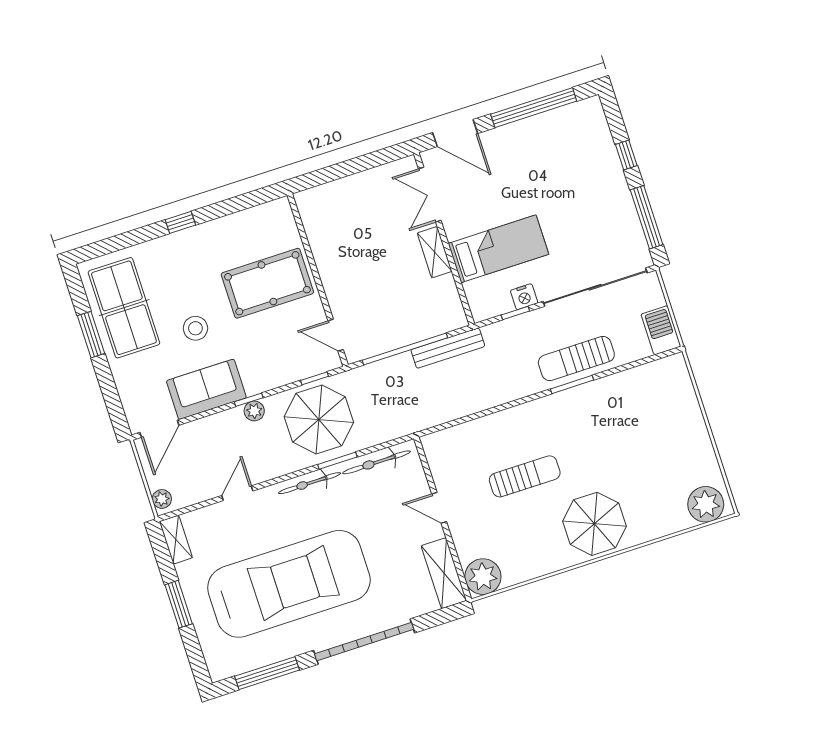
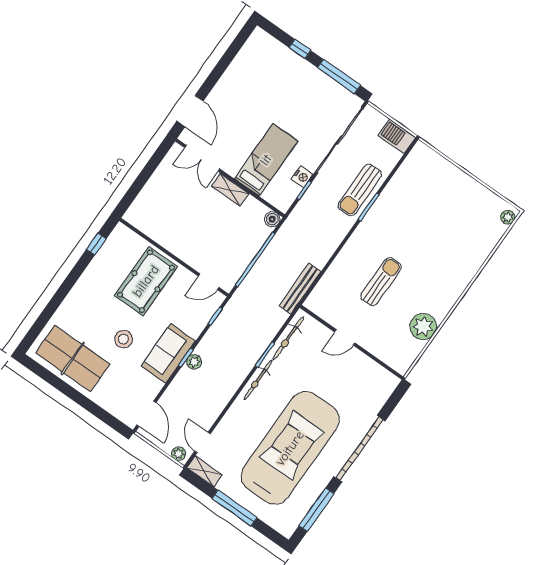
window: (534, 108) -> (225, 62), removed
door: (455, 133) -> (190, 111), hinge flipped
window: (180, 222) -> (96, 244), moved
boiler: (457, 319) -> (272, 219), added
window: (91, 335) -> (65, 389), removed
bench: (448, 348) -> (300, 289), moved
sofa: (206, 389) -> (168, 354), moved
parasol: (319, 419) -> (236, 338), removed
door: (237, 493) -> (203, 442), moved
plant: (706, 504) -> (508, 217), width x0.53, depth x0.53
parasol: (594, 524) -> (443, 279), removed
shelving: (444, 573) -> (376, 374), removed
plant: (483, 577) -> (423, 327), moved
window: (179, 604) -> (234, 508), width x1.44

